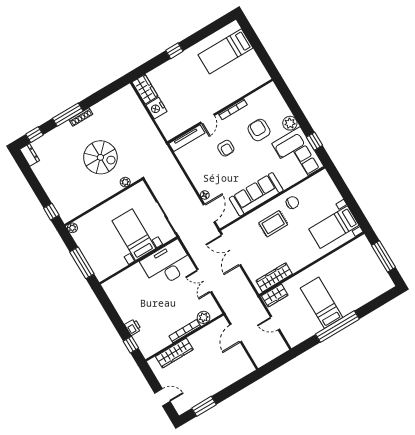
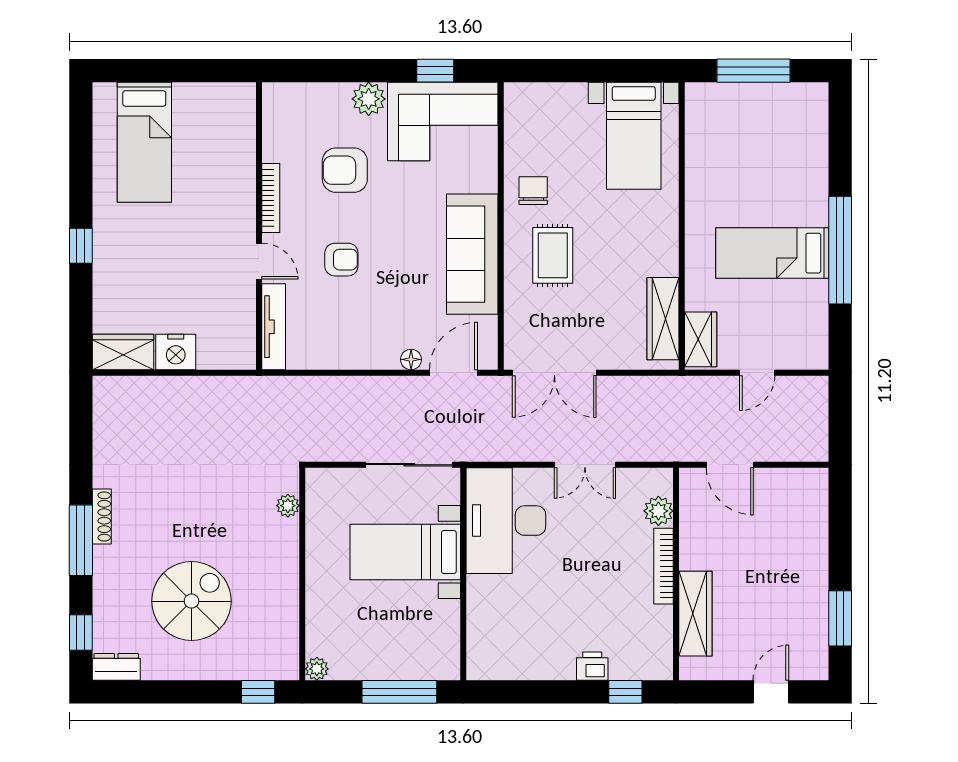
spiral stairs: (100, 157) -> (191, 601), moved
door: (209, 213) -> (453, 373), hinge flipped

